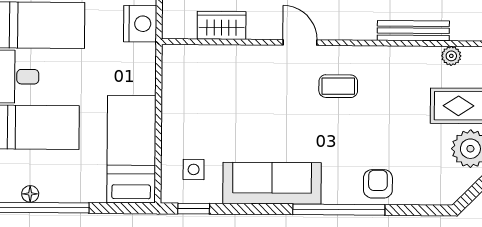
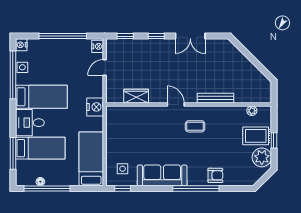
nightstand: (140, 24) -> (95, 107), moved
bench: (413, 31) -> (215, 98), moved
armchair: (378, 184) -> (215, 175), turned 90

